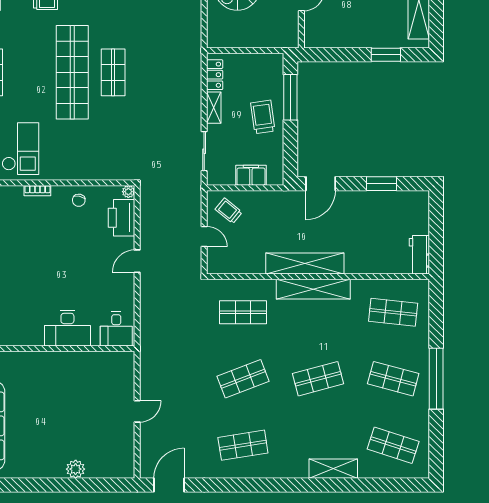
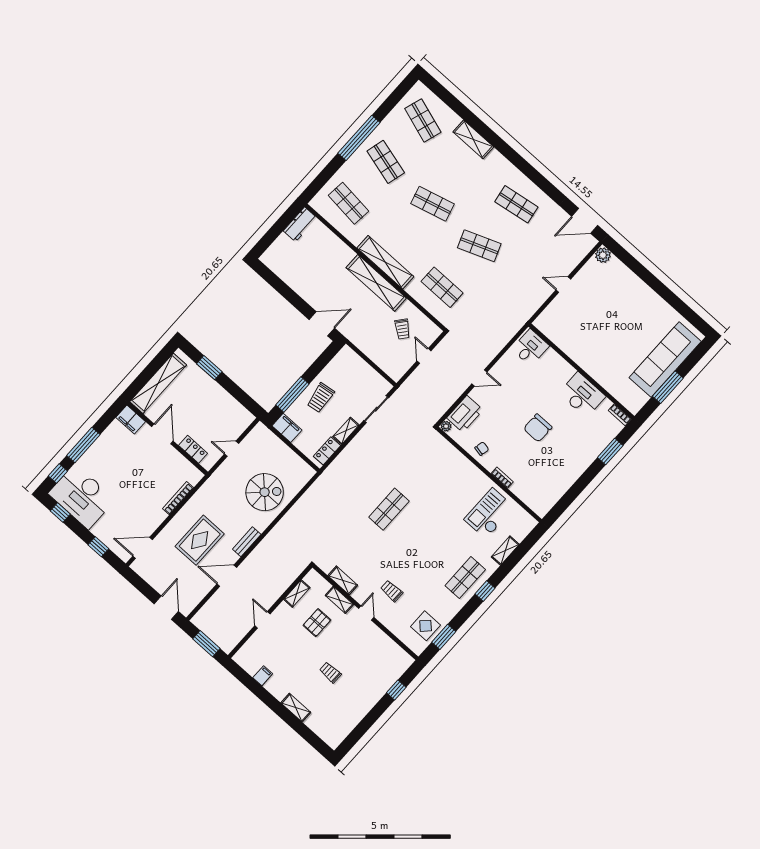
shop shelf: (72, 72) -> (414, 532), removed
filing cabinet: (251, 175) -> (287, 428), moved, turned 180
window: (381, 184) -> (284, 290), removed
trolley: (229, 211) -> (402, 329), moved
chair: (45, 263) -> (538, 428), added
desk: (67, 328) -> (582, 395), moved
plant: (76, 469) -> (603, 255), moved

